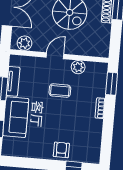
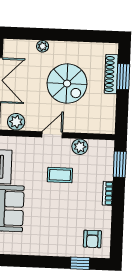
armchair: (61, 150) -> (92, 239), moved, turned 180

